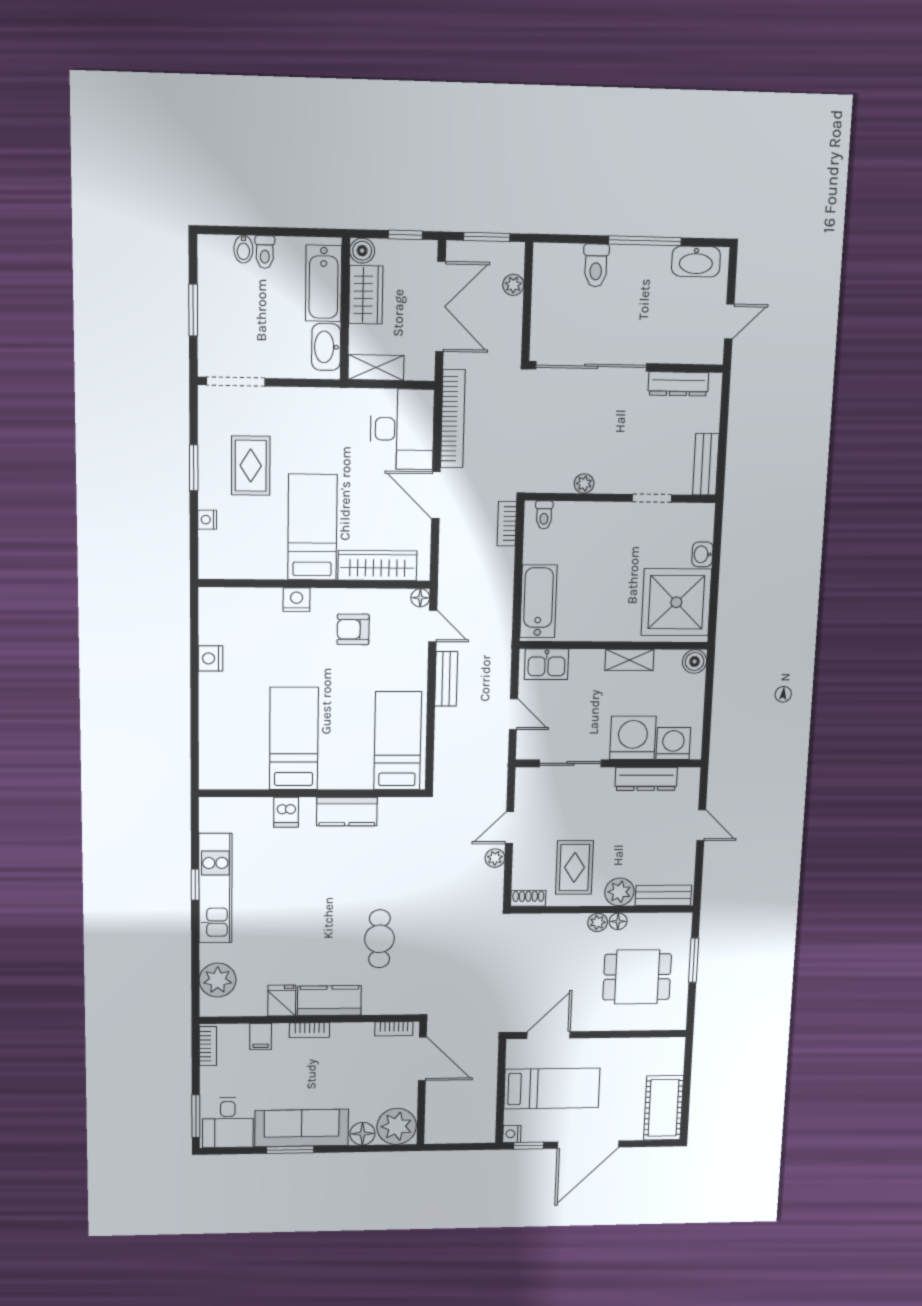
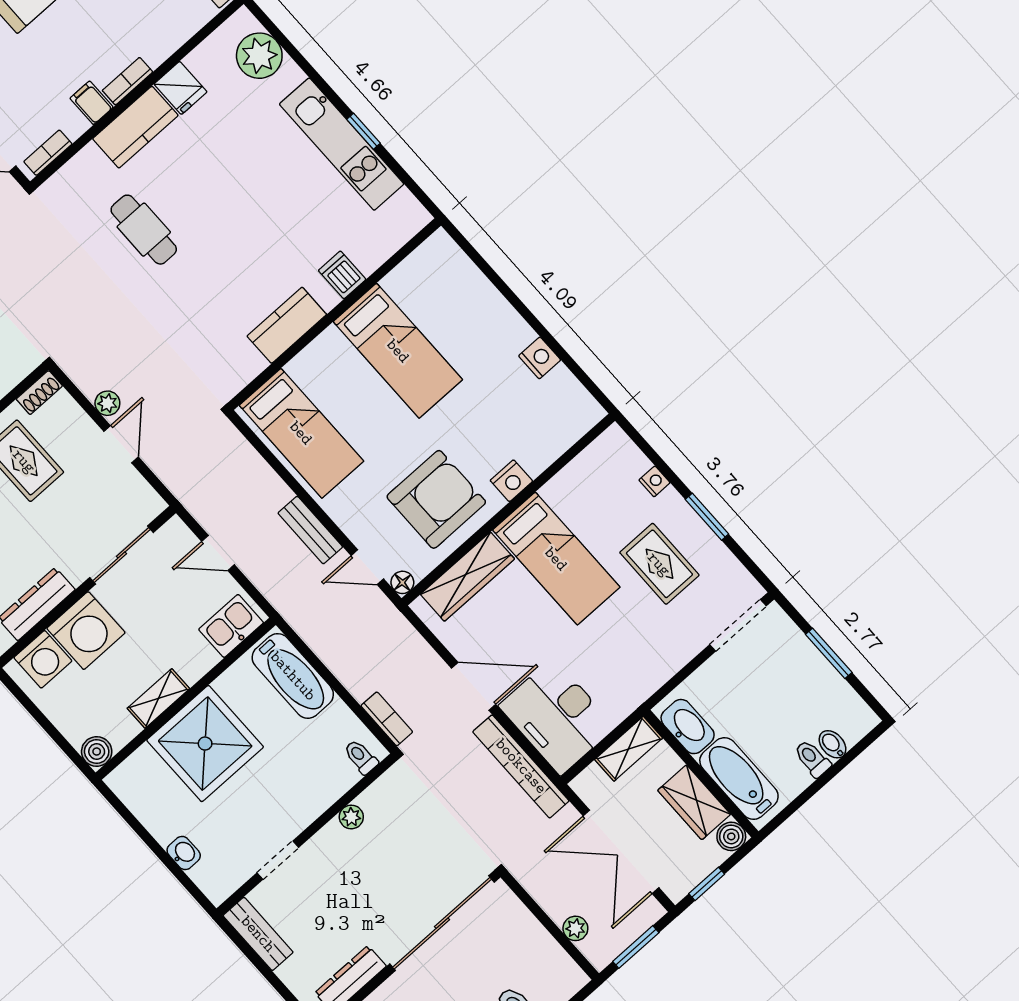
shower: (676, 602) -> (205, 744), moved
armchair: (353, 629) -> (436, 499), width x1.88, depth x1.88
filing cabinet: (261, 1037) -> (92, 103), moved

